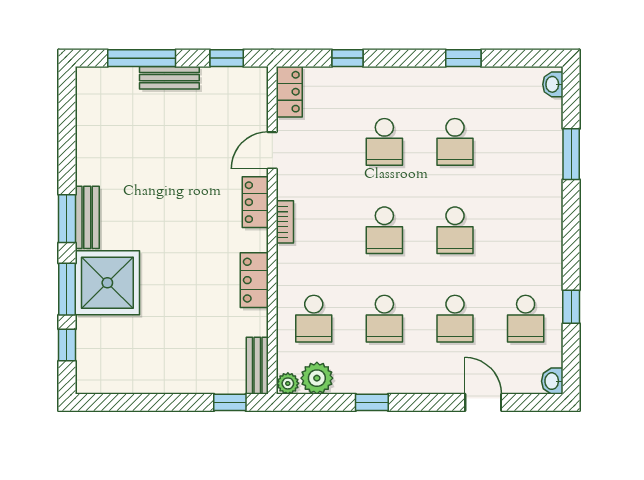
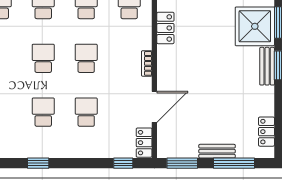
window: (227, 58) -> (182, 163), width x1.50
window: (348, 58) -> (123, 163), moved
door: (272, 150) -> (154, 107), width x1.38
locker: (255, 202) -> (266, 132), moved, turned 180

